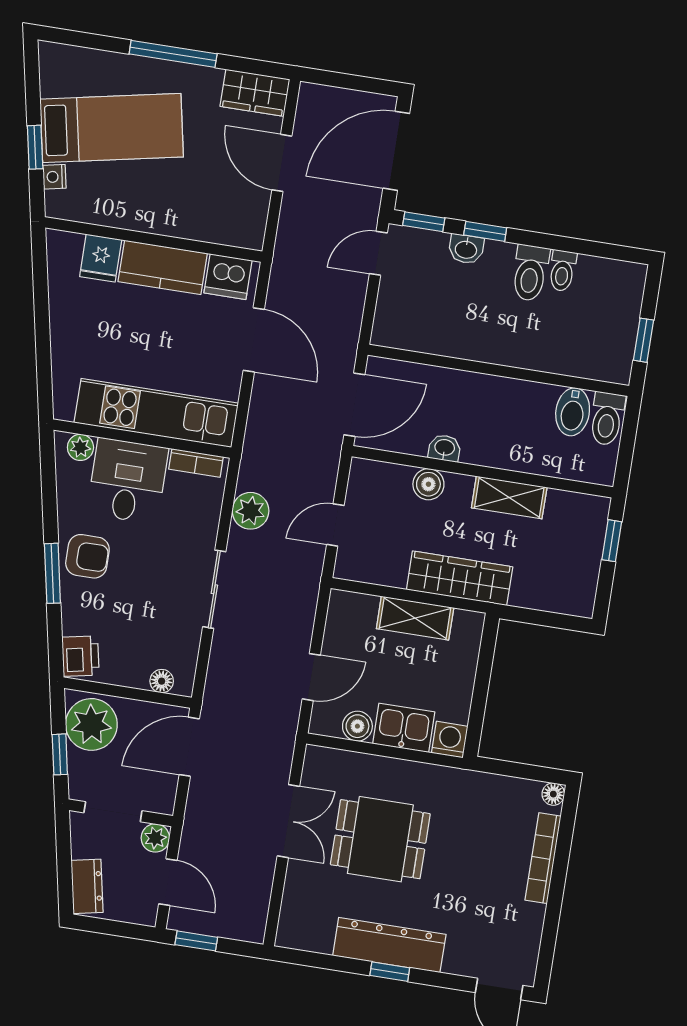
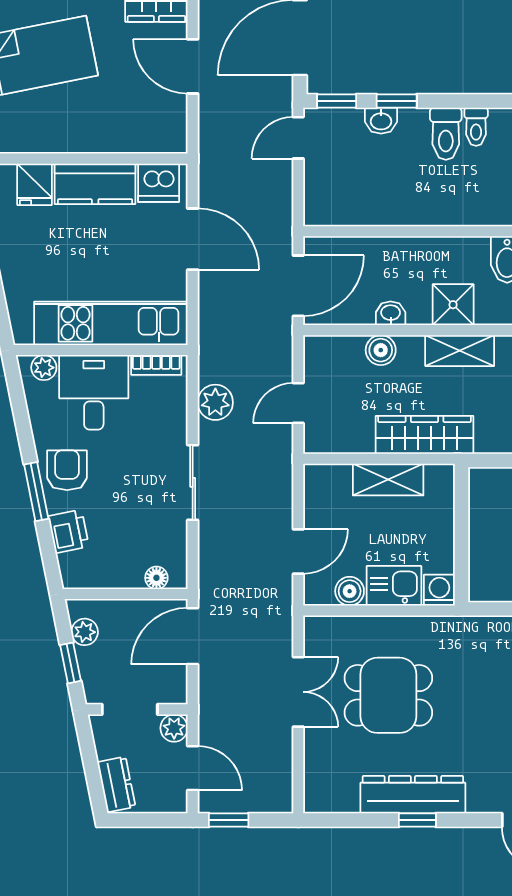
shower: (510, 449) -> (453, 305), added
armchair: (87, 556) -> (67, 470), turned -90
printer: (81, 656) -> (68, 531), moved
plant: (91, 724) -> (85, 632), width x0.53, depth x0.53

